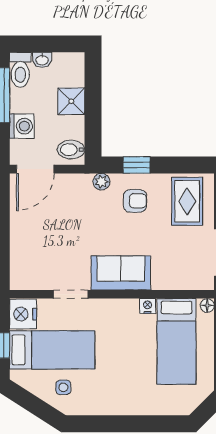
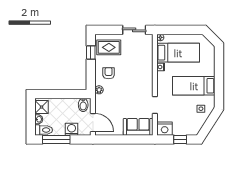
shower: (71, 101) -> (42, 107), moved
window: (137, 165) -> (91, 52), moved
sofa: (121, 273) -> (138, 127), moved, turned 90
bed: (52, 350) -> (194, 86), moved, turned -90

